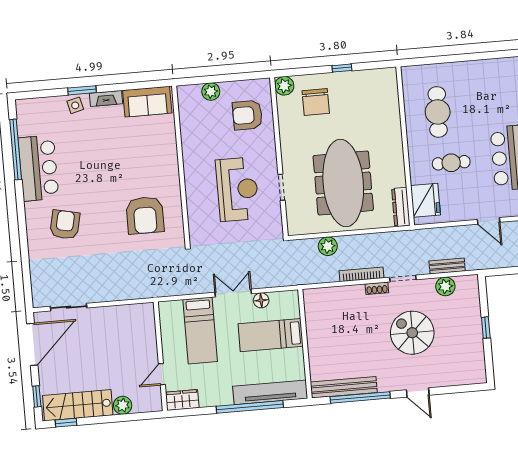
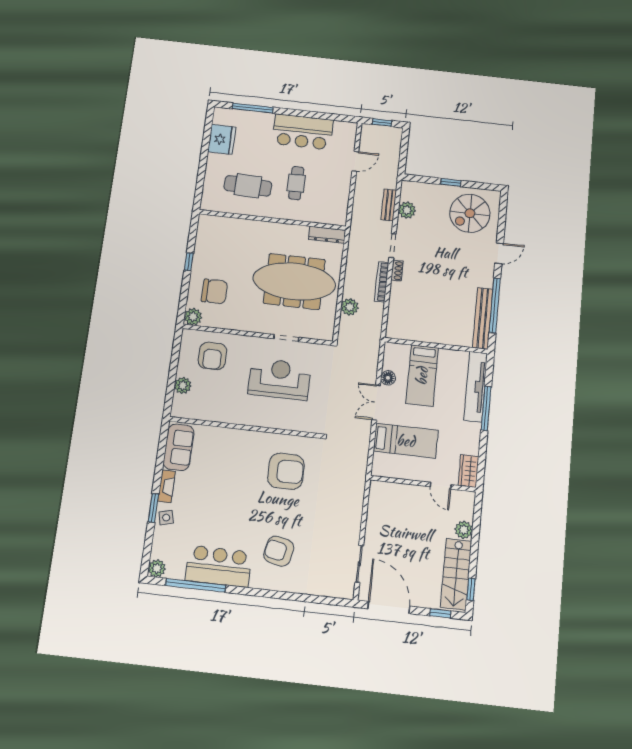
plant: (24, 108) -> (157, 568), added
fridge: (426, 200) -> (222, 139), moved, turned 90
spiral stairs: (412, 333) -> (470, 213), moved
window: (250, 407) -> (486, 408), width x0.68

